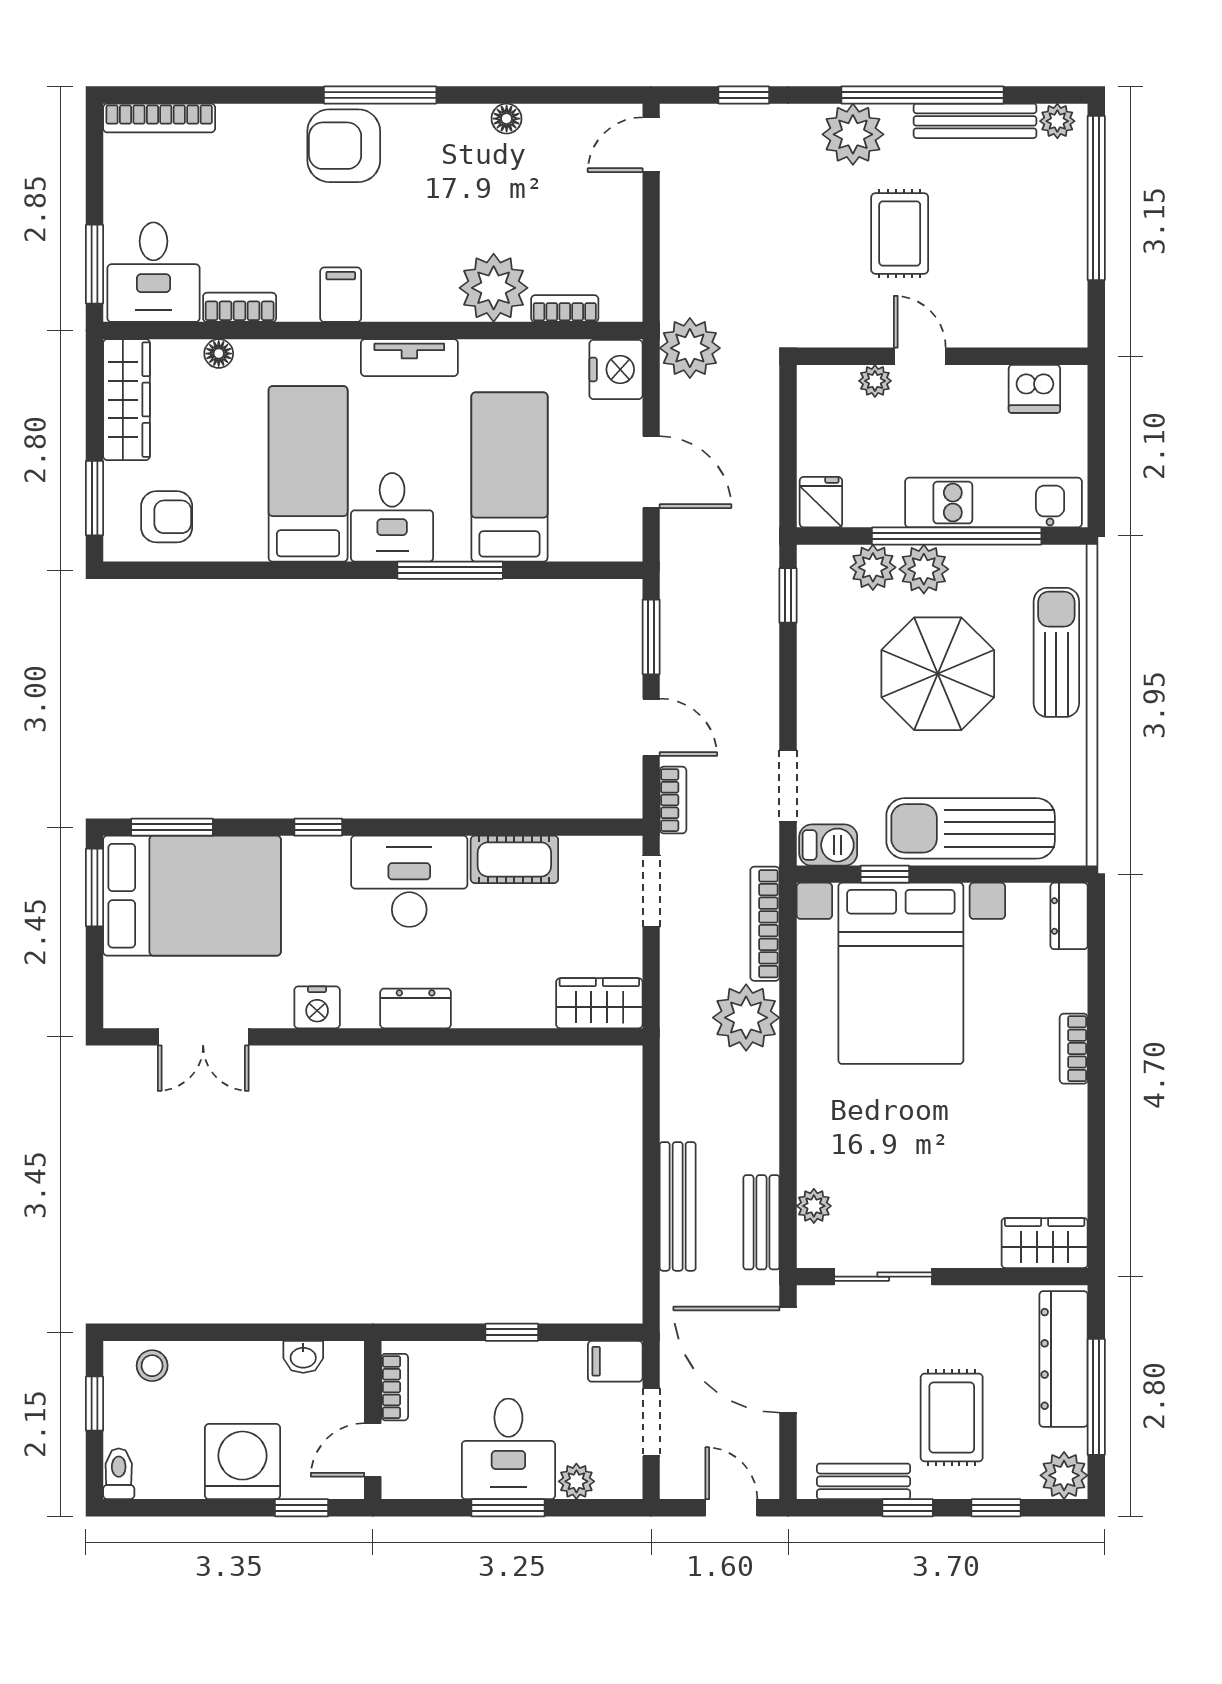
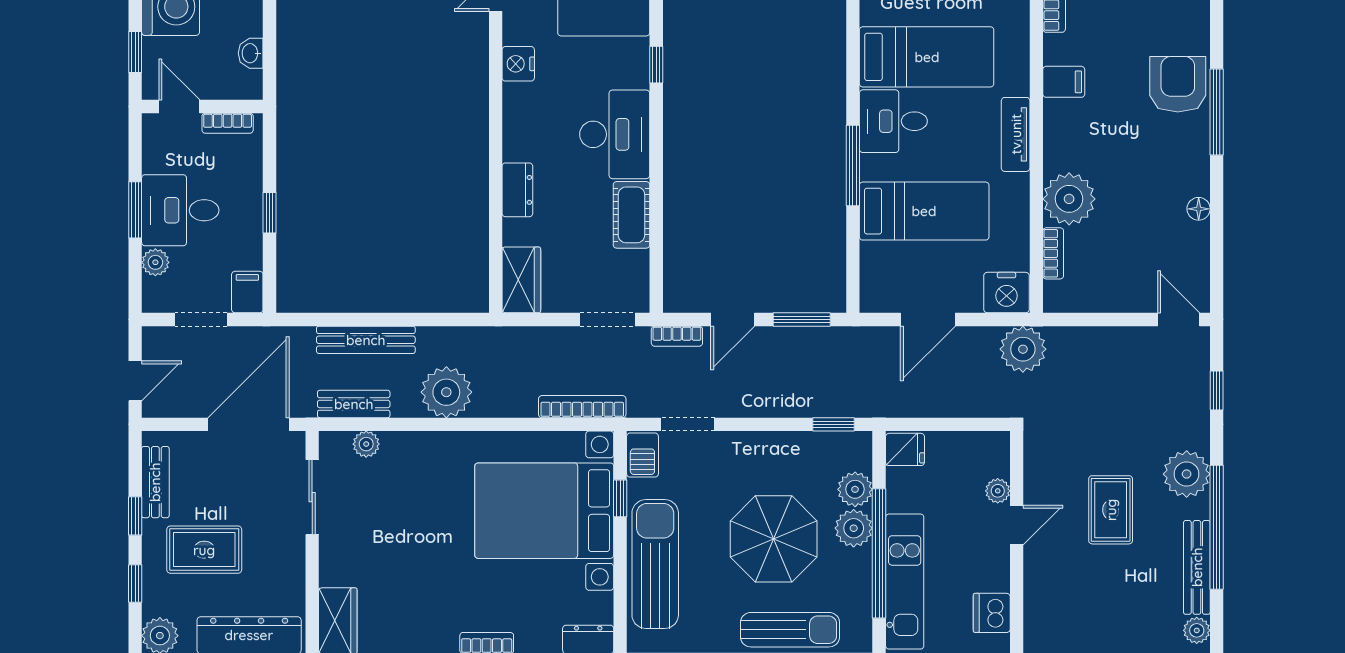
rug: (900, 233) -> (1111, 510), turned 90
dresser: (416, 1008) -> (517, 190), moved
plant: (746, 1018) -> (446, 392), moved

